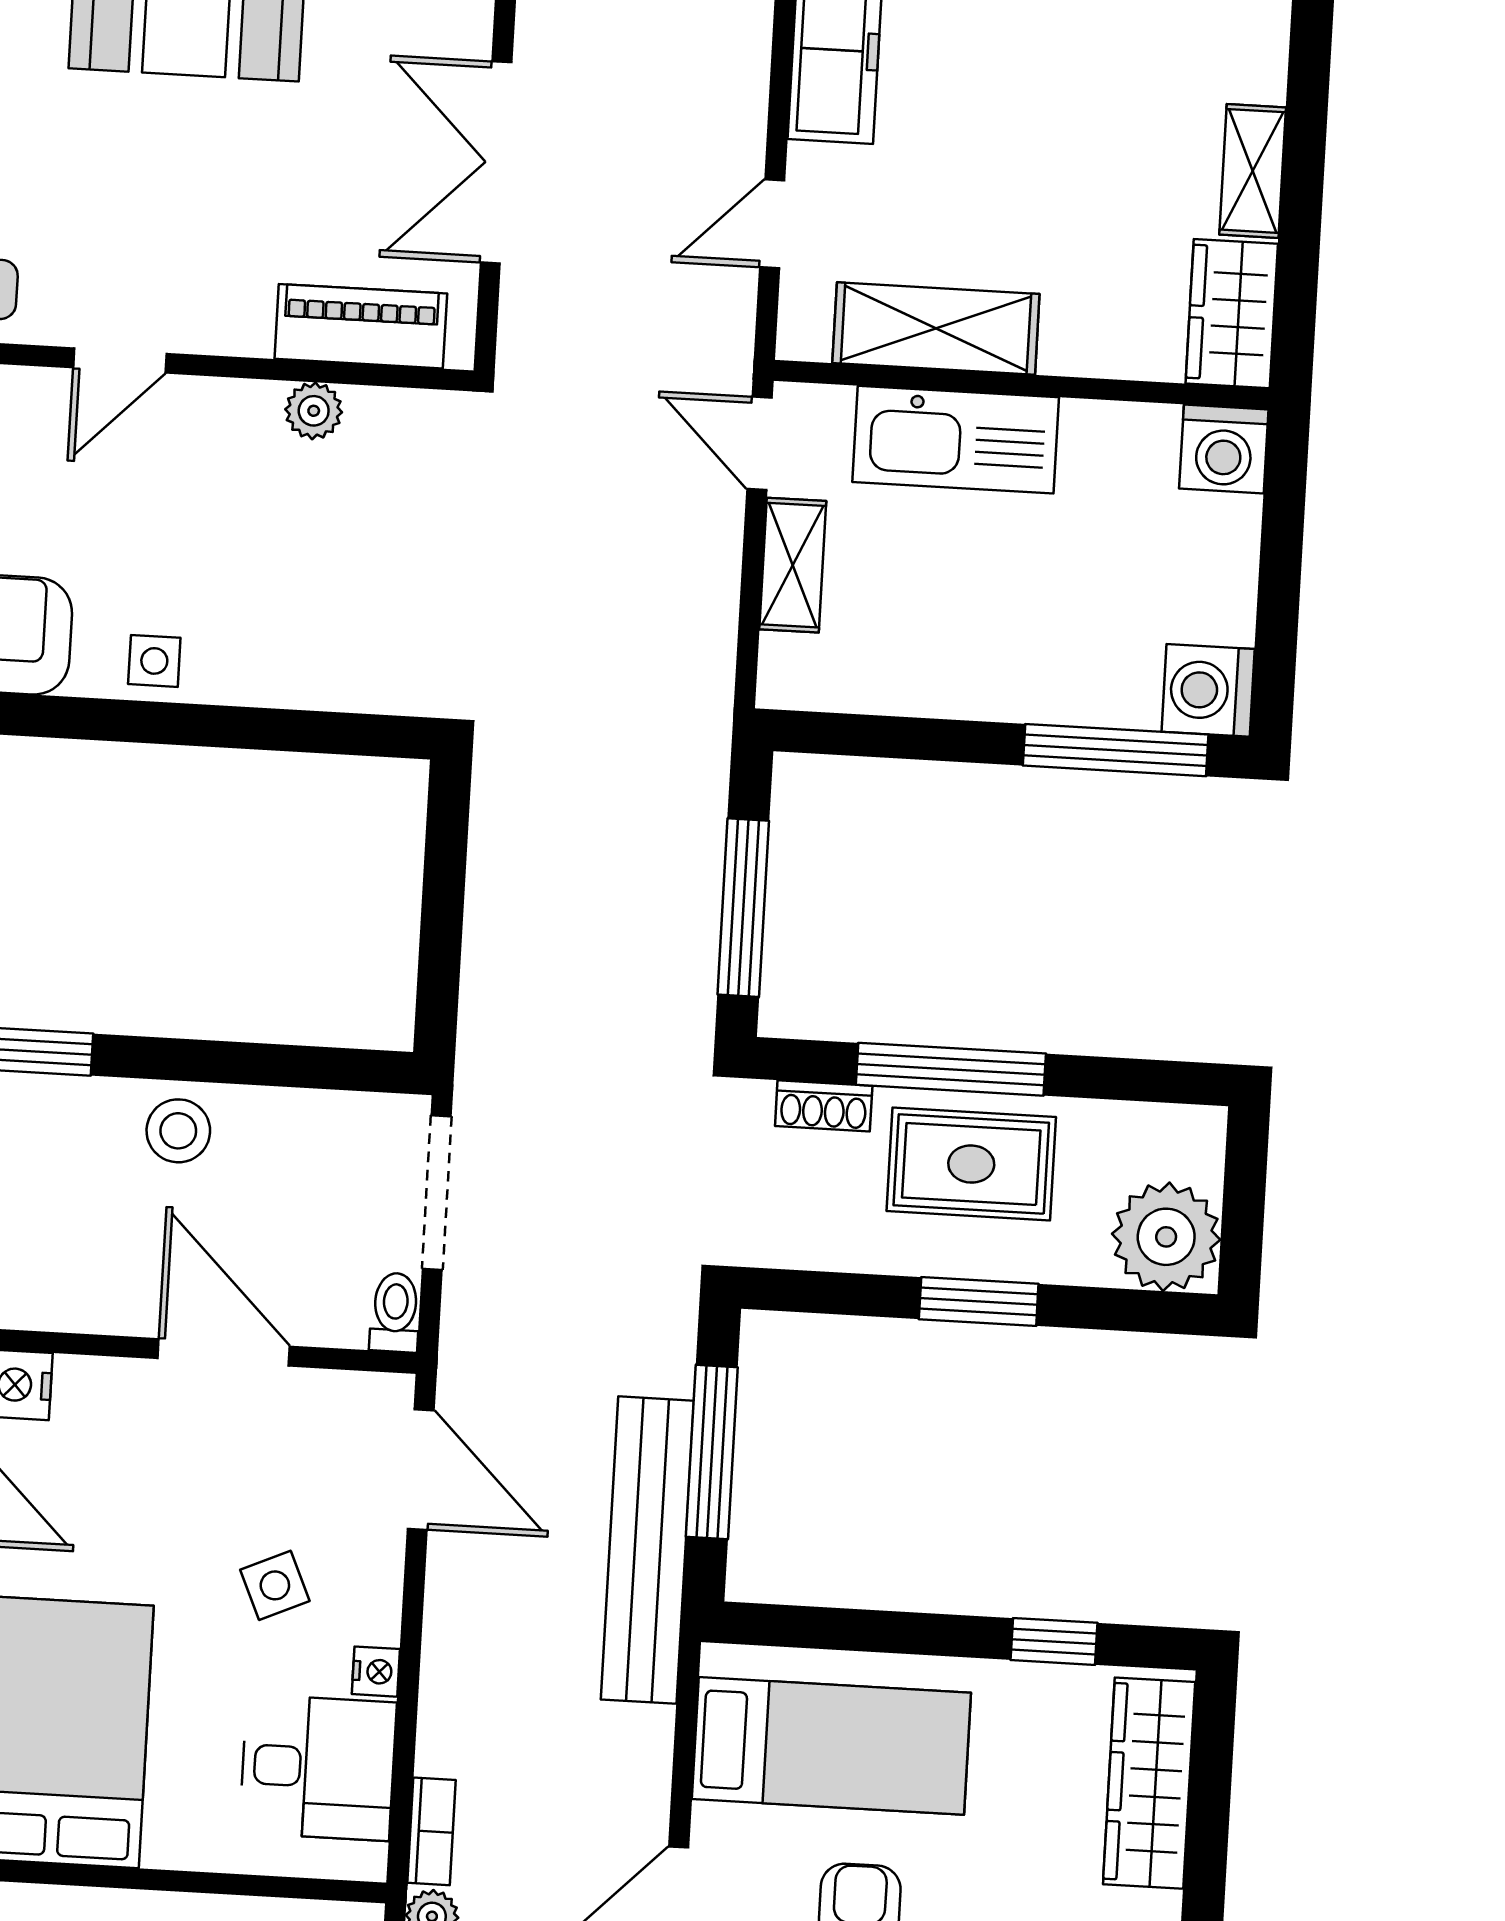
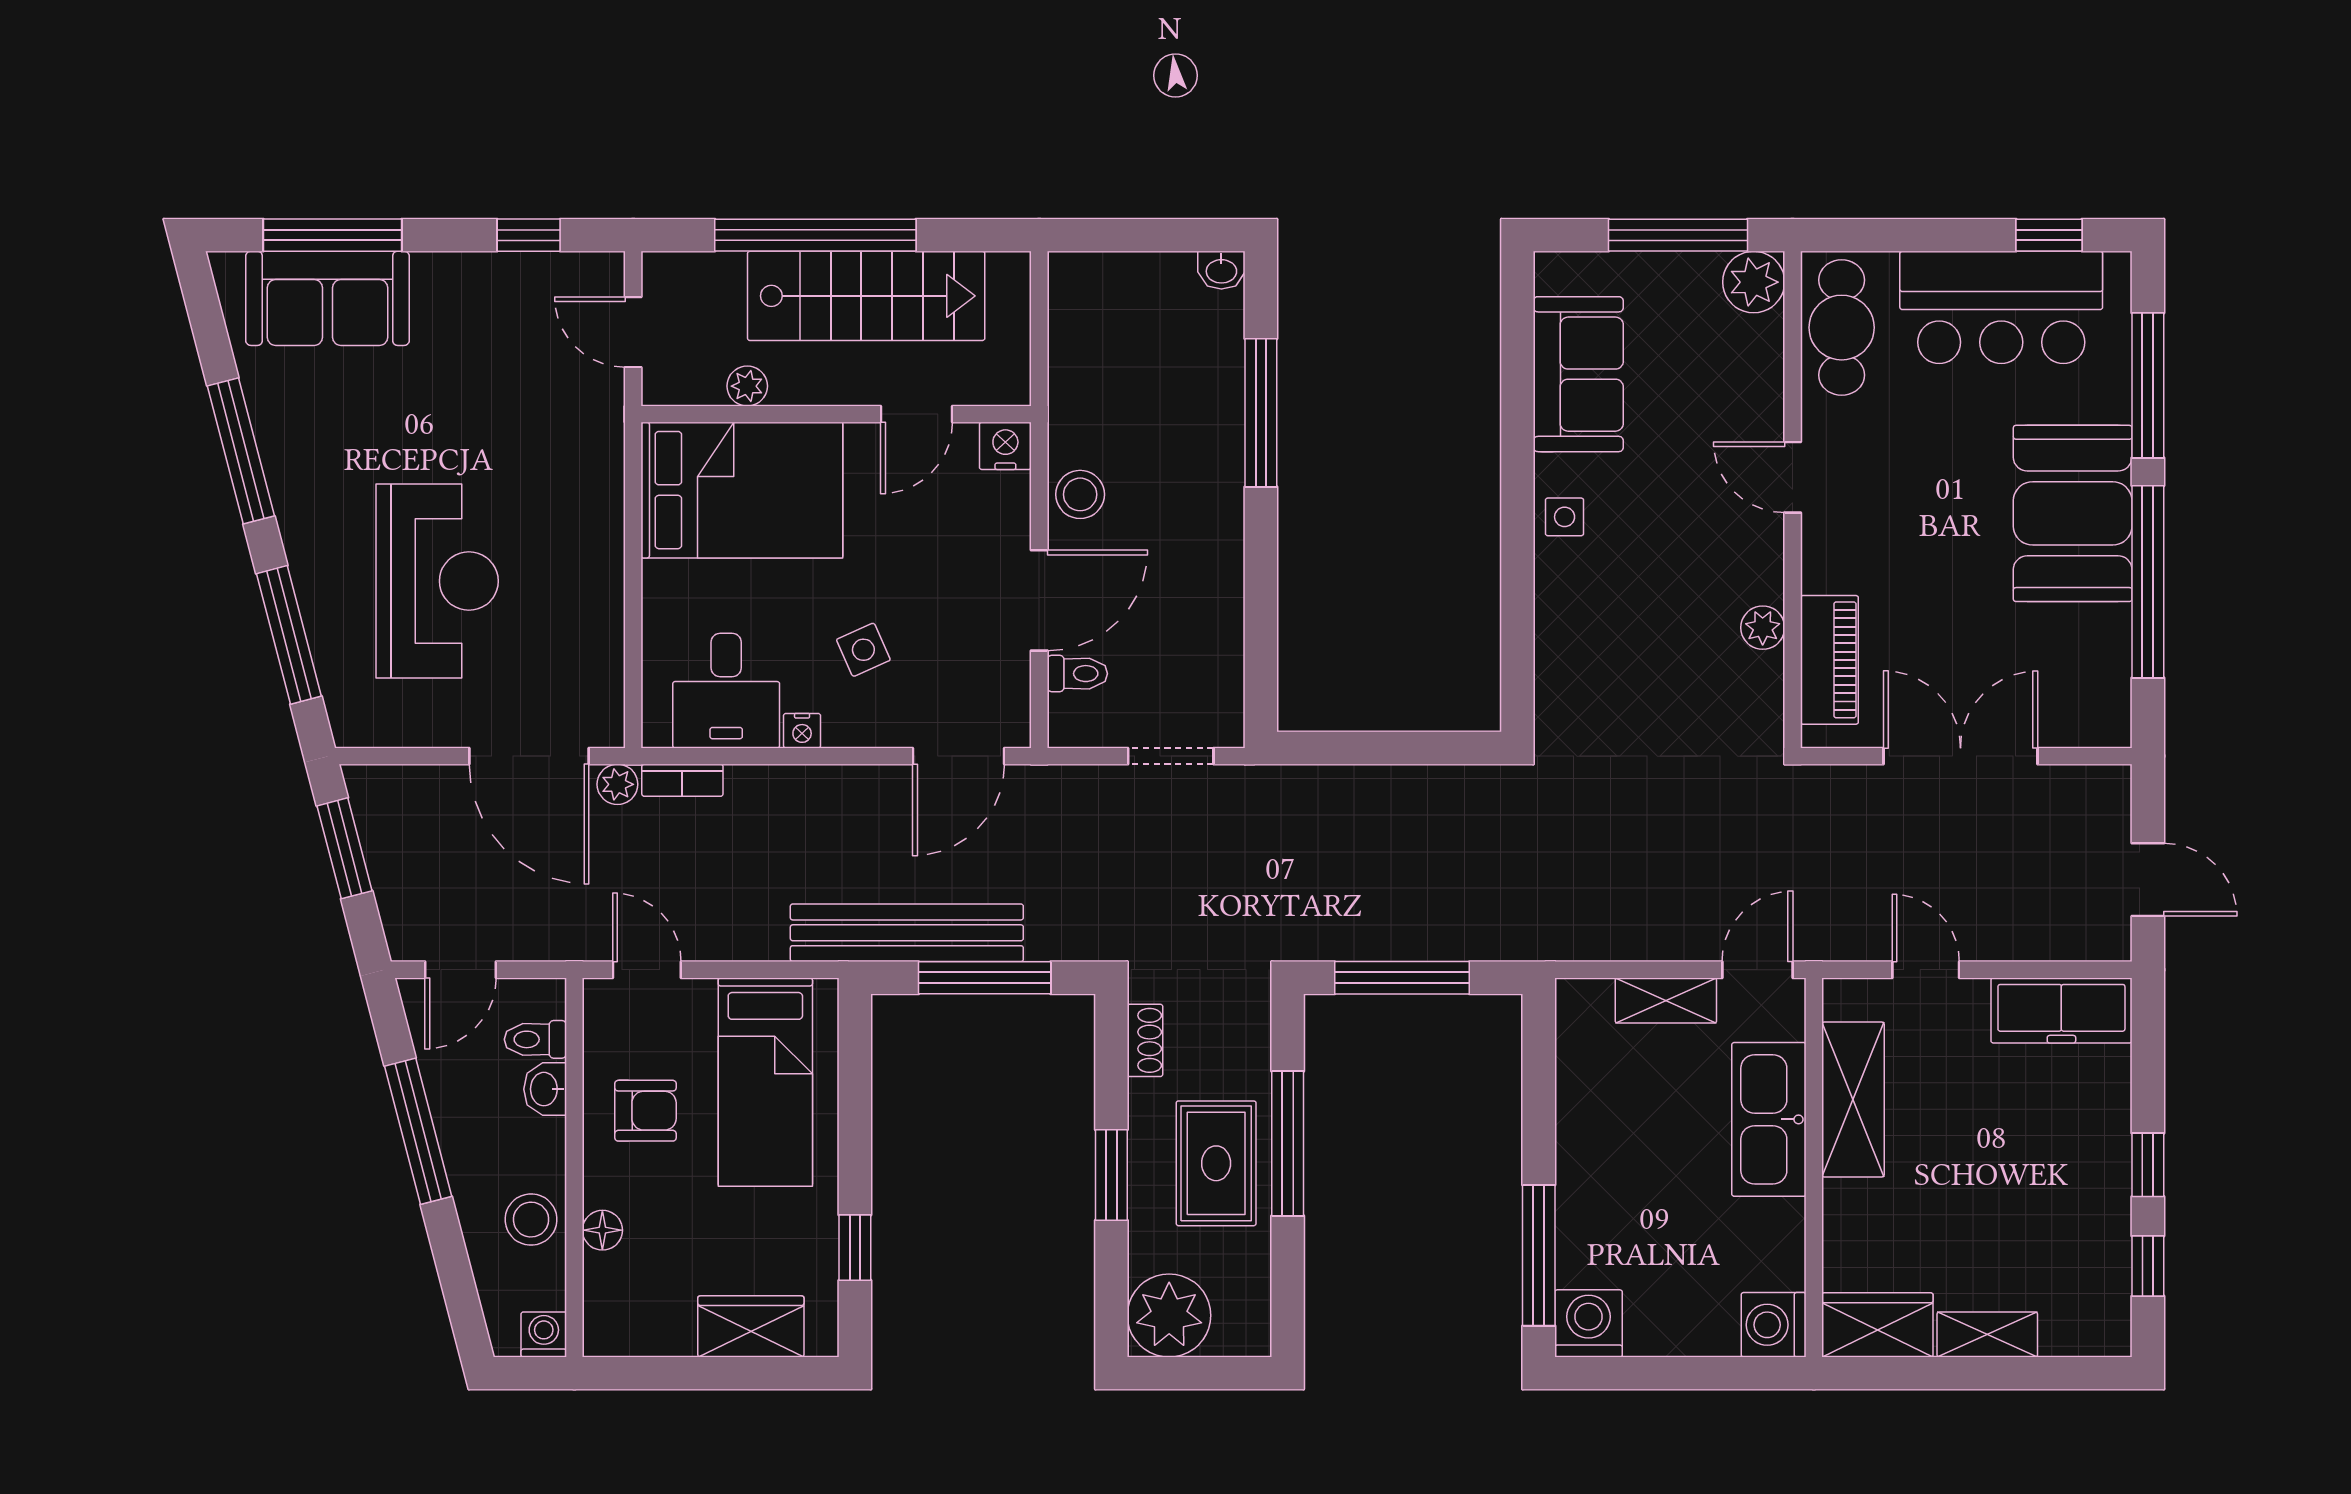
shoe rack: (824, 1106) -> (1145, 1040), moved, turned 180
stool: (178, 1131) -> (1080, 494), moved
doorway: (437, 1192) -> (1171, 756), width x0.73
toilet: (395, 1312) -> (1077, 674), moved
wardrobe: (1149, 1783) -> (751, 1326), width x0.67

